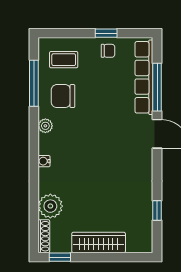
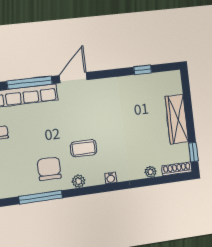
coffee table: (64, 60) -> (84, 148), moved, turned 90
chair: (63, 96) -> (49, 169), turned 180
plant: (50, 206) -> (151, 172), width x0.53, depth x0.53

